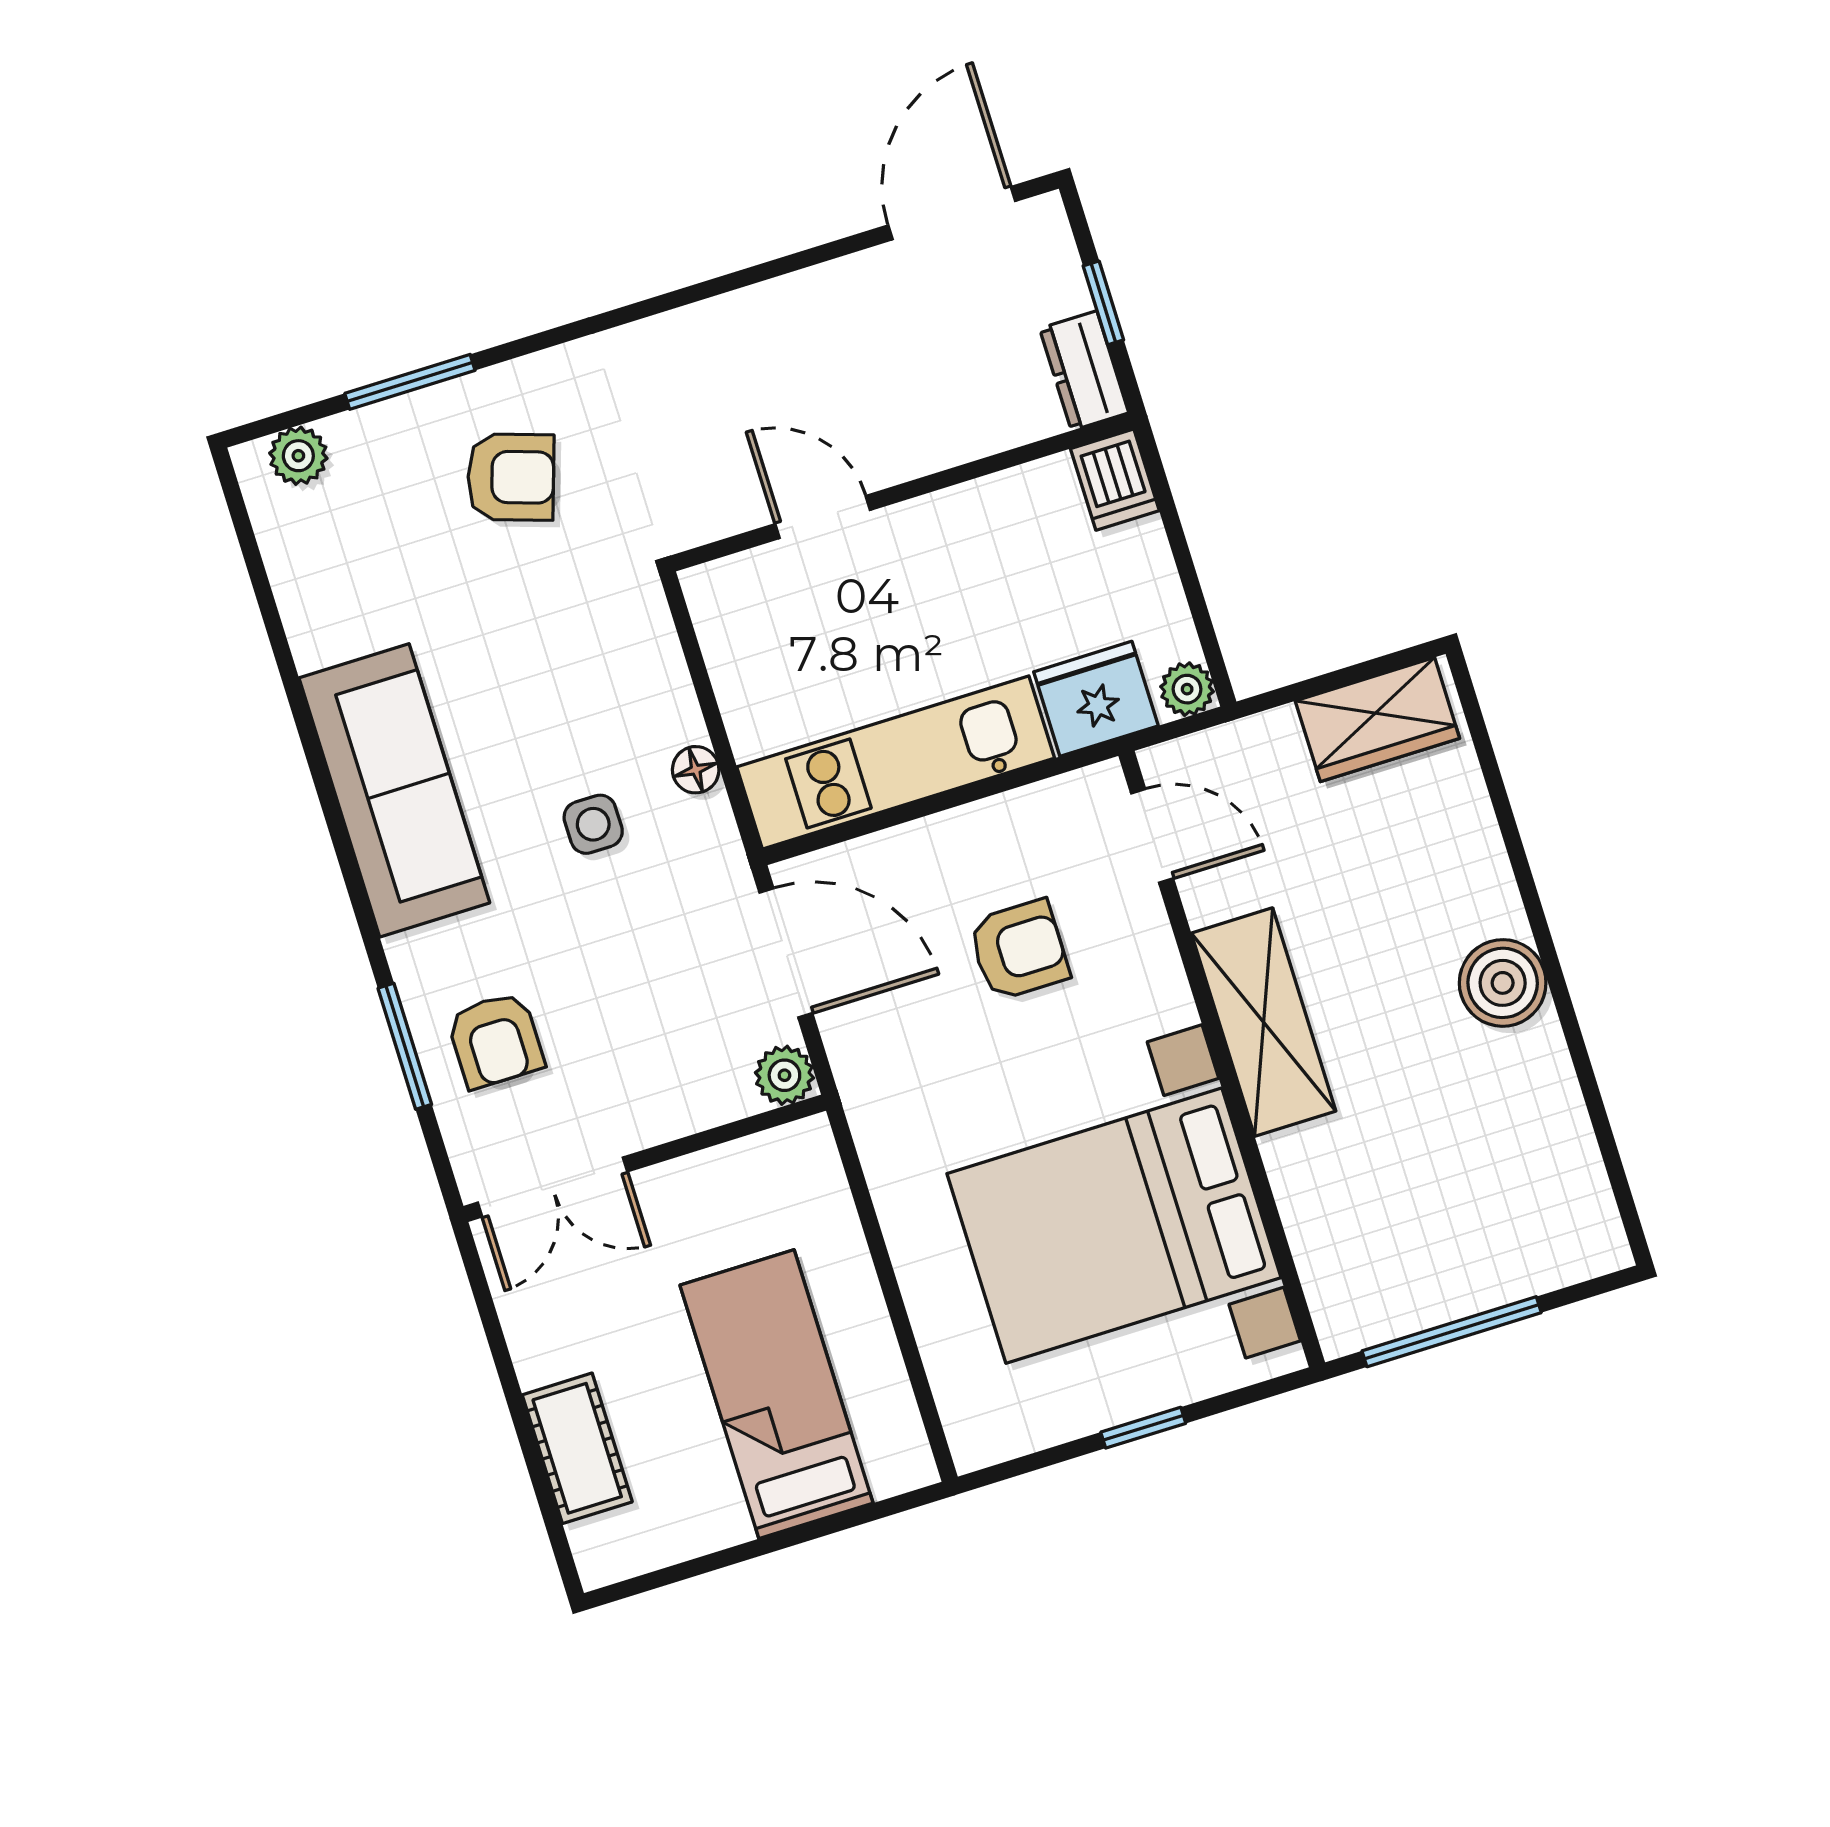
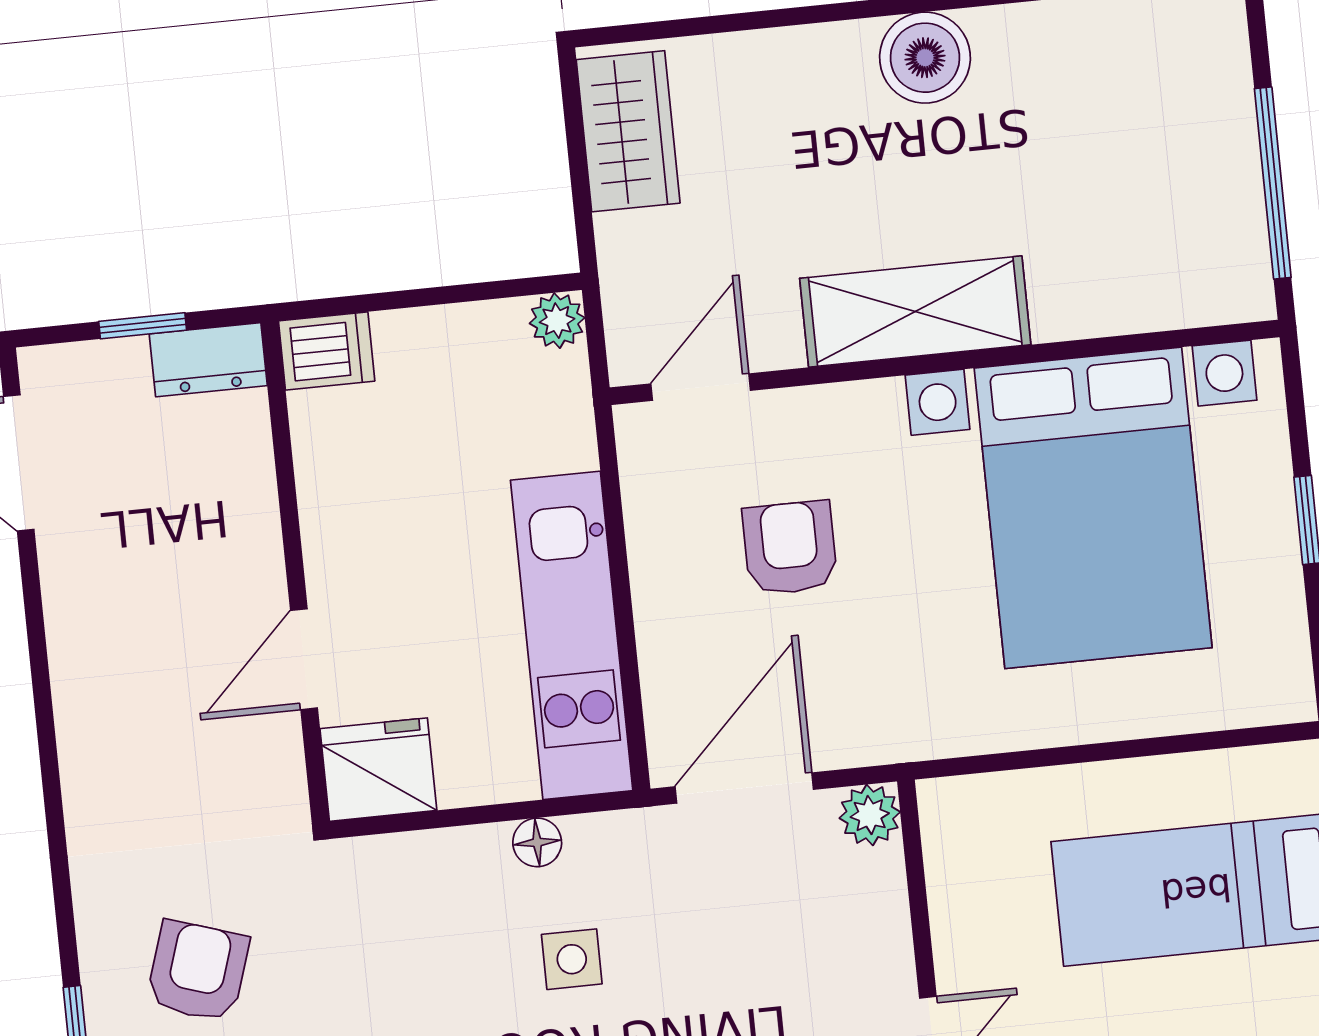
fridge: (1096, 699) -> (378, 770), moved, turned 90

